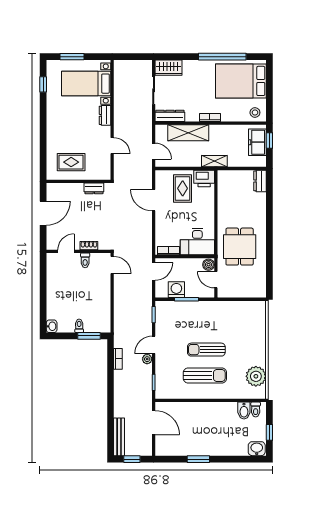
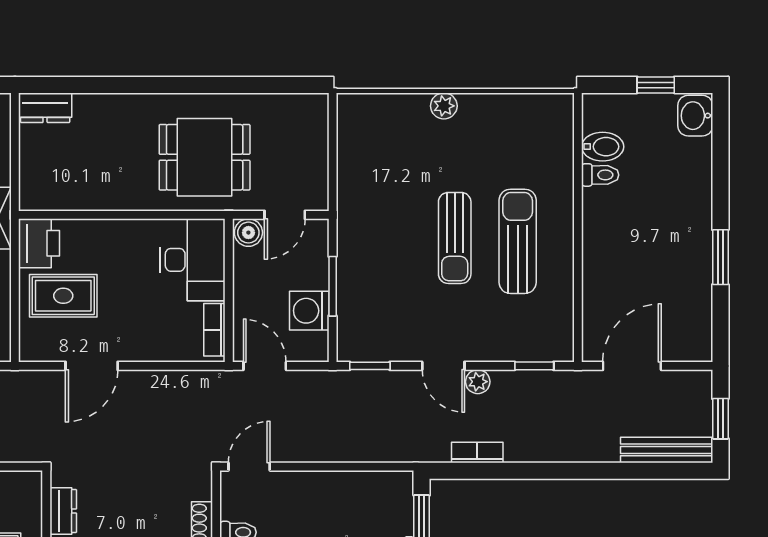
plant: (256, 376) -> (444, 106), moved, width x0.53, depth x0.53
toilet: (256, 409) -> (600, 175), moved

